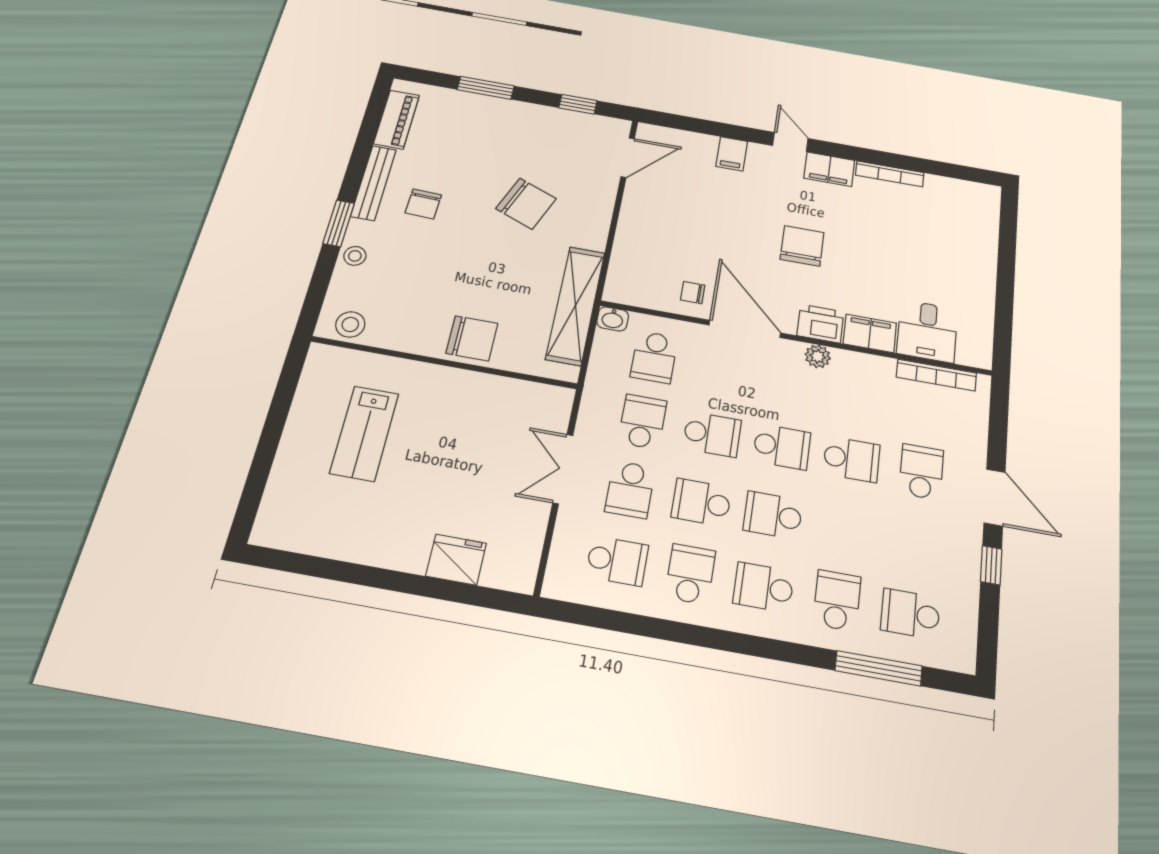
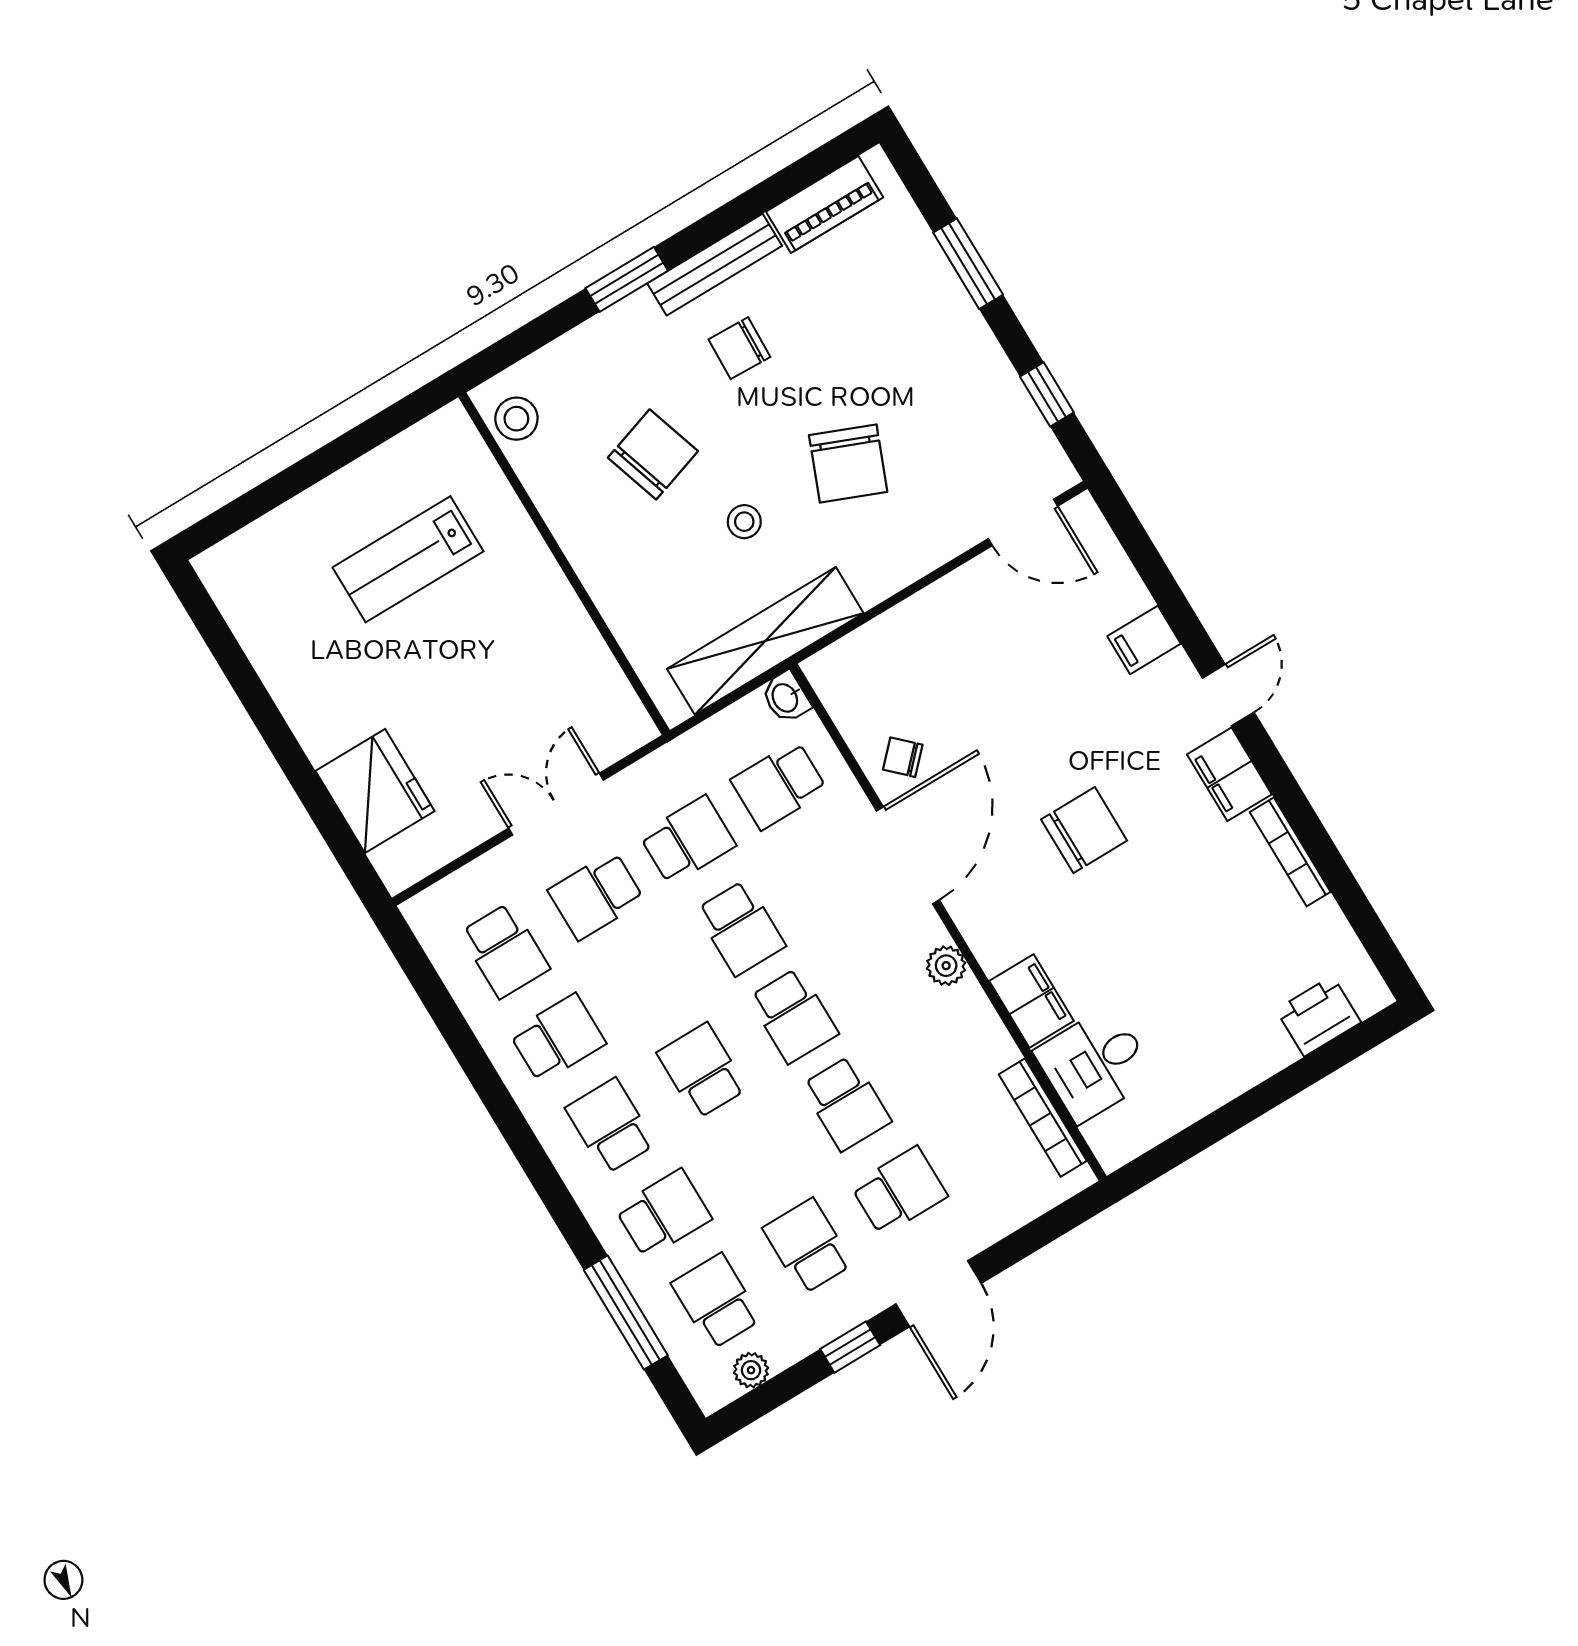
stool: (355, 256) -> (744, 522), moved
chair: (693, 293) -> (903, 757), turned -46
printer: (820, 324) -> (1318, 1016), moved, turned -90
chair: (472, 338) -> (653, 454), moved, turned -108
school desk: (701, 502) -> (808, 1246), moved
fridge: (456, 560) -> (375, 791), width x1.36, depth x1.34
plant: (965, 628) -> (751, 1370), added

